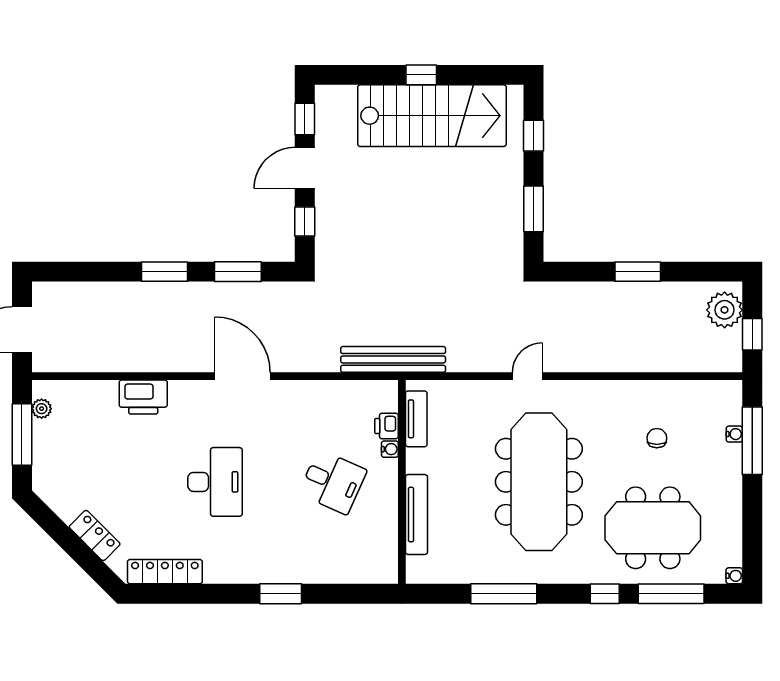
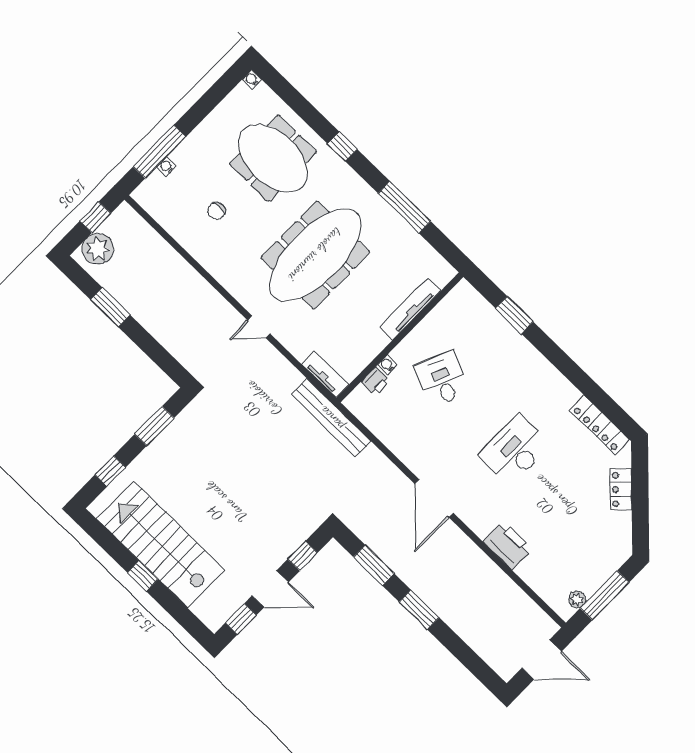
window: (638, 272) -> (110, 307), moved
tv unit: (416, 419) -> (325, 374), moved, turned 90
window: (281, 594) -> (514, 315), moved
window: (671, 594) -> (302, 107), removed

